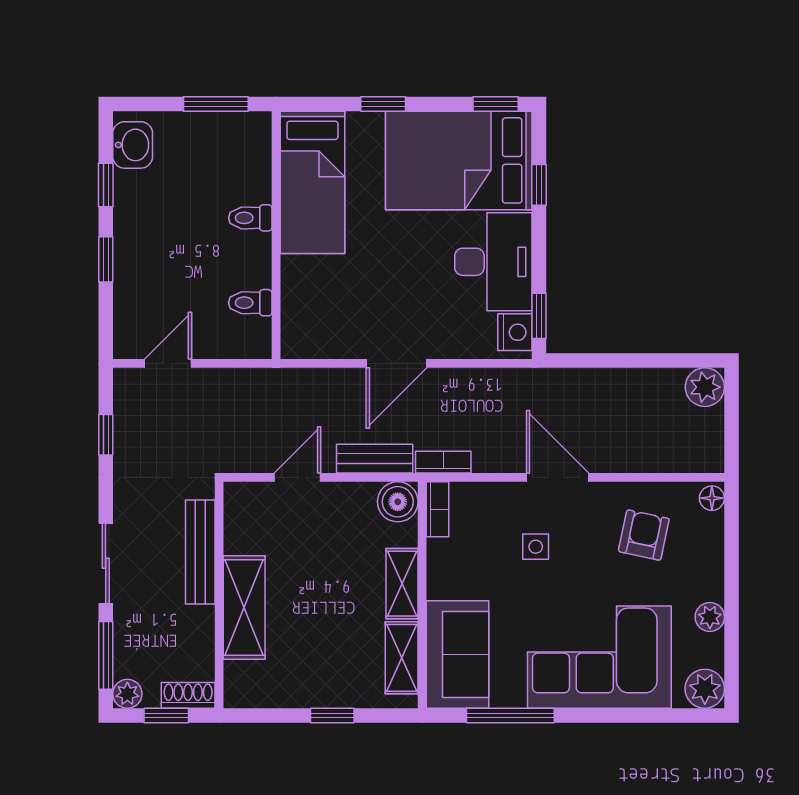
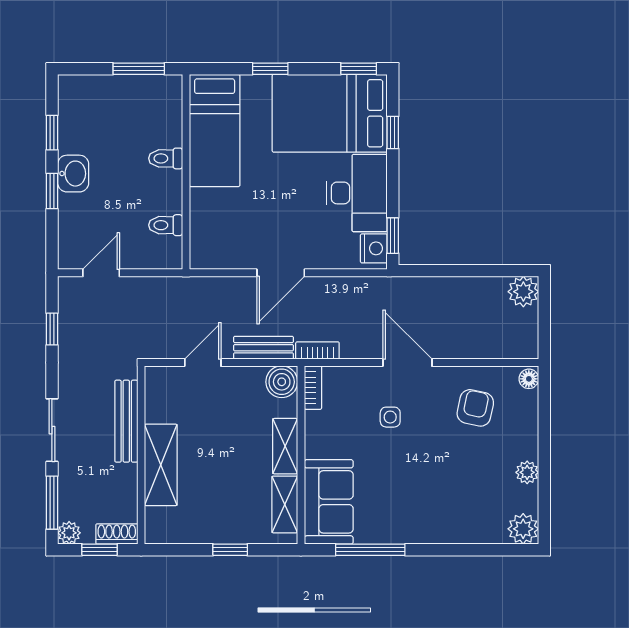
washbasin: (133, 145) -> (73, 174), moved
corner sofa: (599, 657) -> (440, 504), removed

